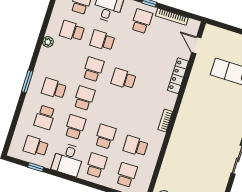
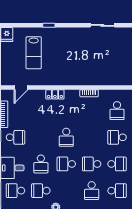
school desk: (142, 21) -> (15, 137), turned 180
school desk: (72, 31) -> (41, 191), turned 90
locker: (178, 76) -> (55, 94), width x0.66
school desk: (75, 127) -> (117, 164), turned 180

